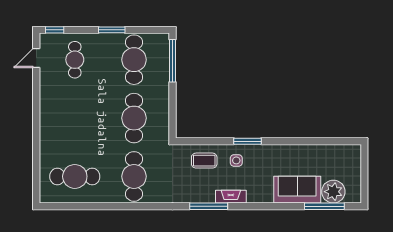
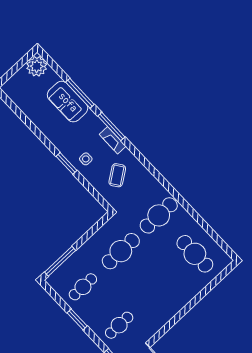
cafe table: (134, 60) -> (83, 287), width x0.73, depth x0.74
coffee table: (204, 161) -> (117, 175), moved, turned 55
plant: (333, 192) -> (37, 66), moved
window: (209, 206) -> (111, 126), moved
window: (324, 206) -> (80, 93), moved

